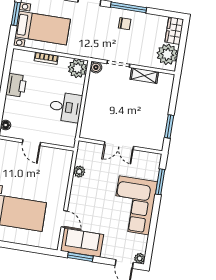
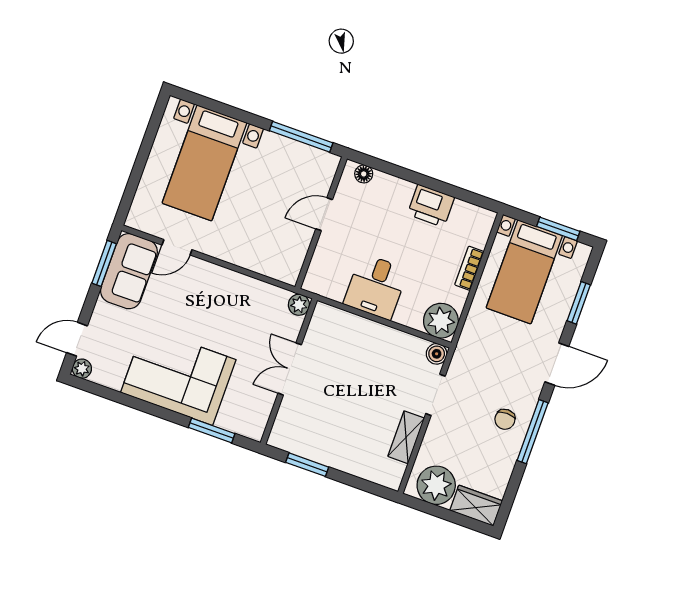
plant: (79, 172) -> (299, 305), moved

